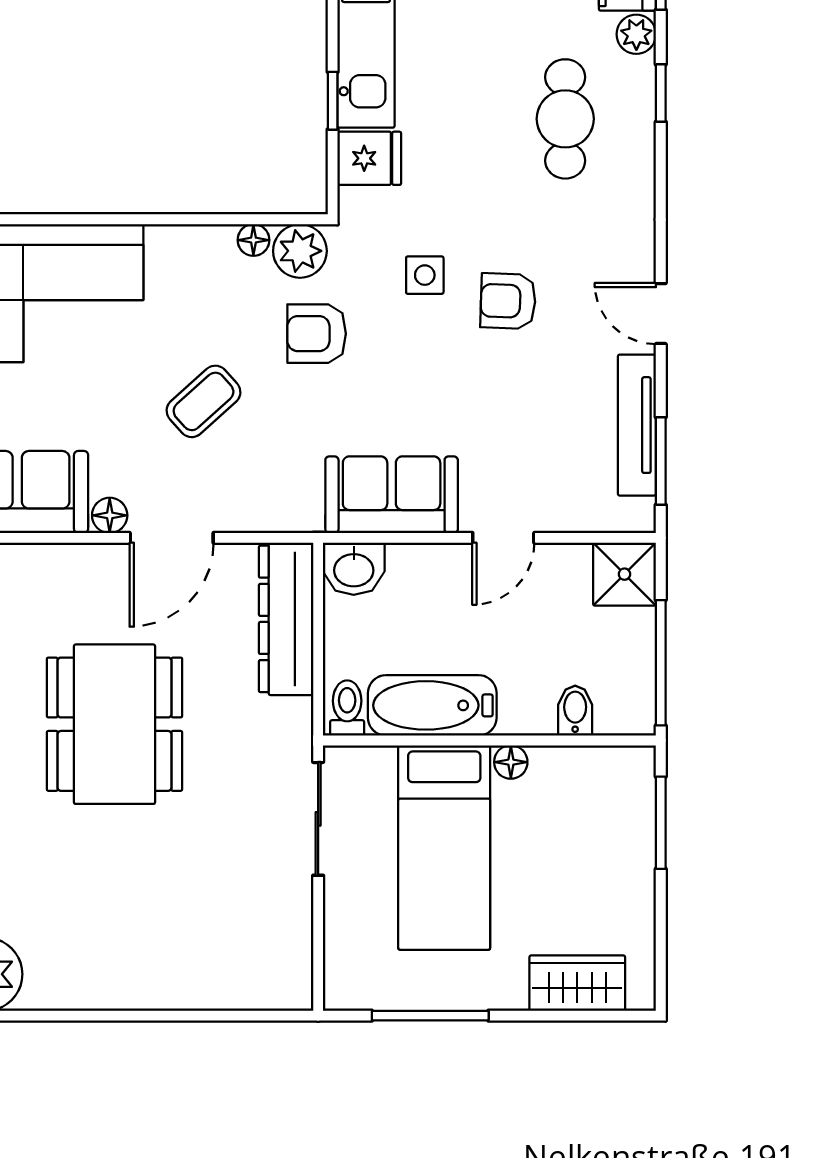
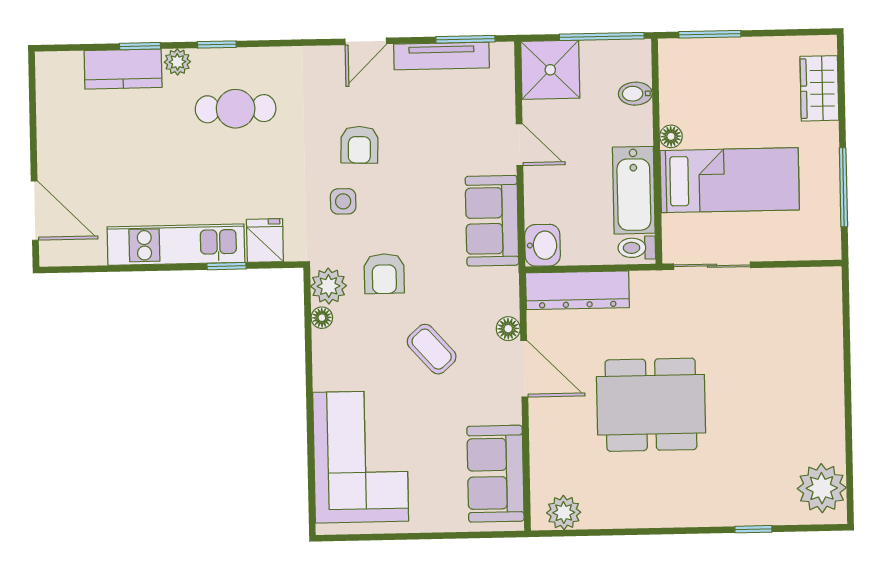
floor lamp: (110, 515) -> (508, 329), moved
shower: (624, 574) -> (550, 70), width x1.36, depth x1.36

